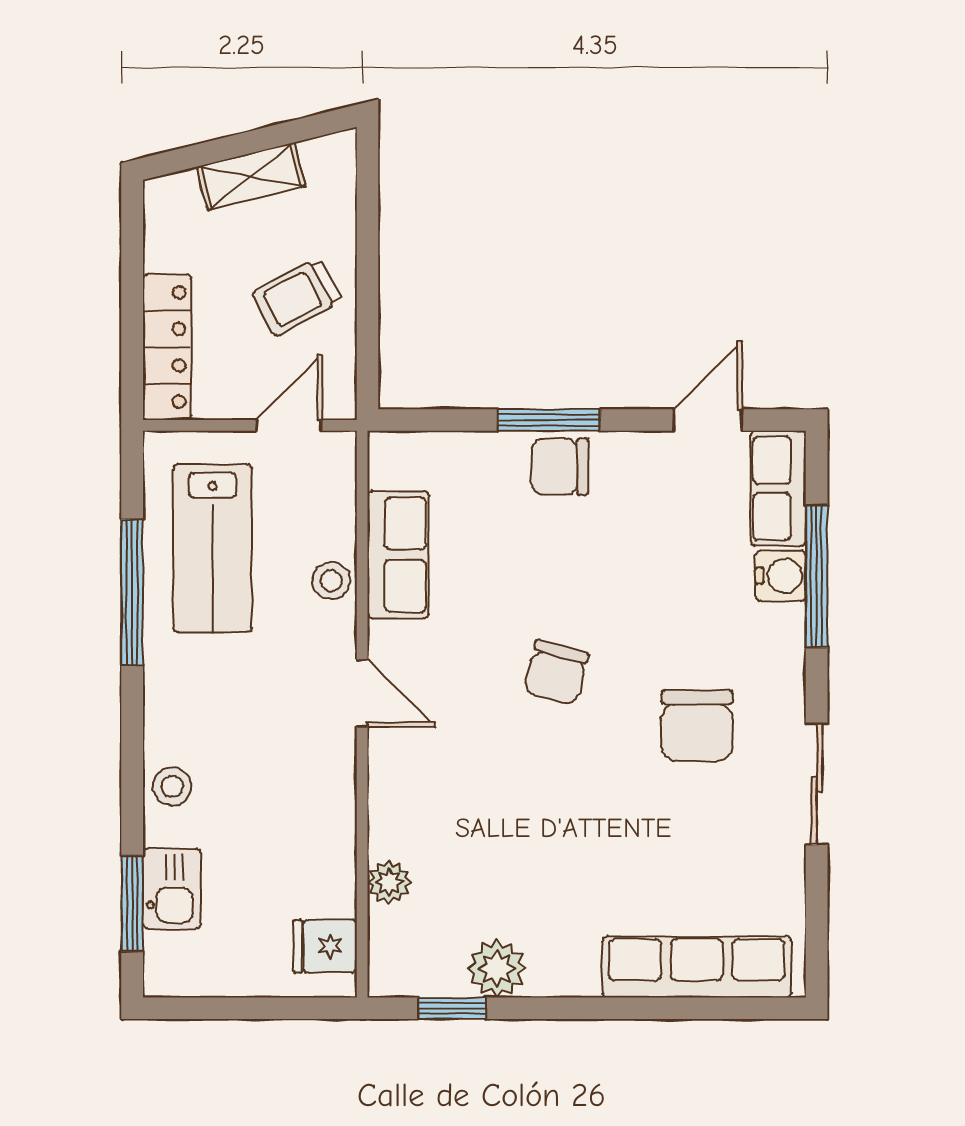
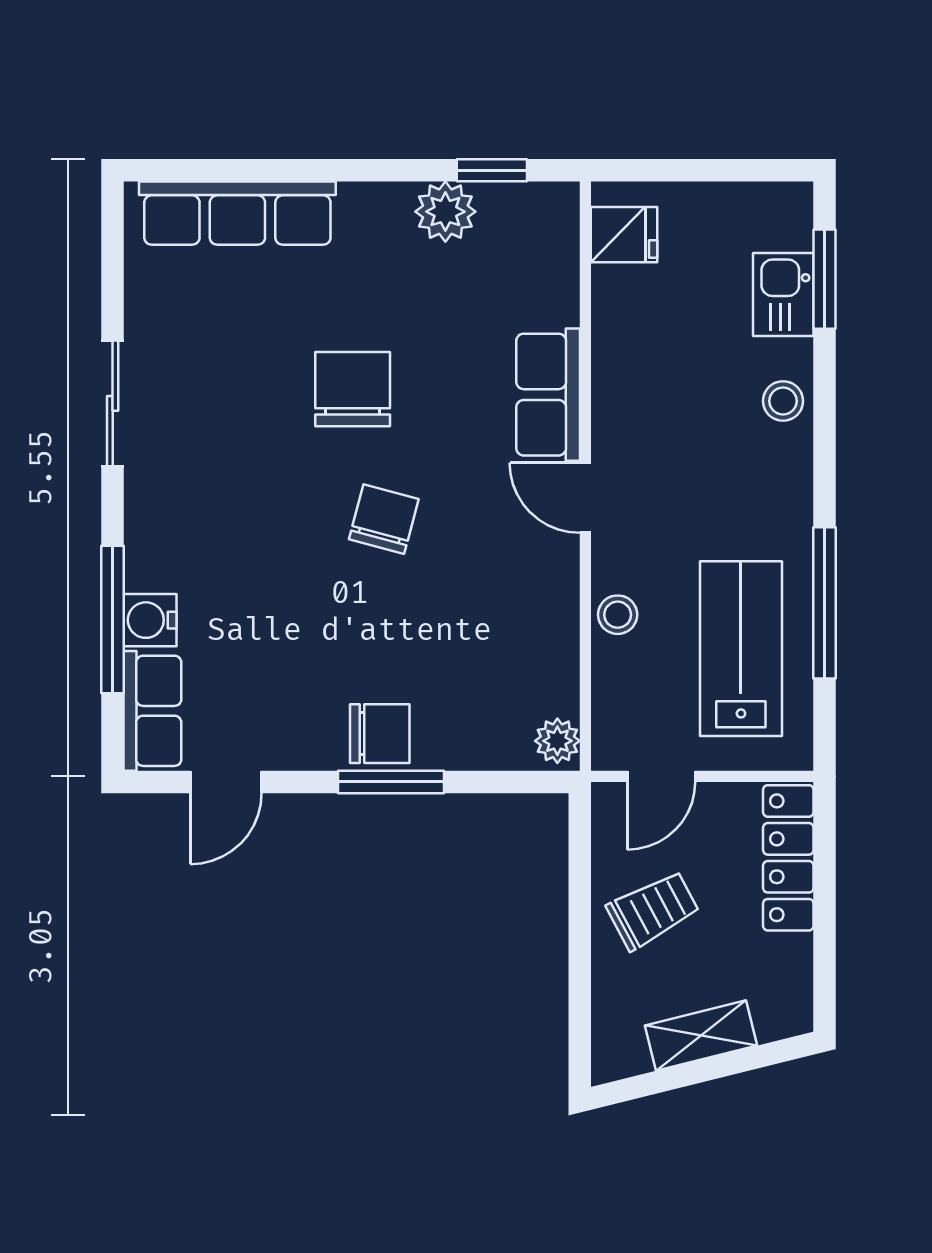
row of seats: (398, 555) -> (548, 395), moved
chair: (697, 726) -> (353, 389), moved
plant: (389, 882) -> (557, 741), moved

